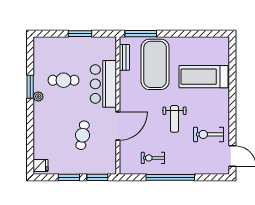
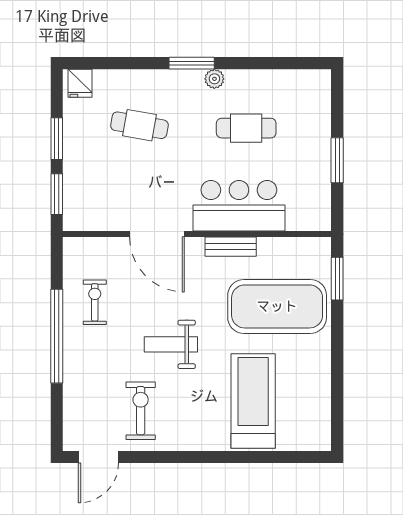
window: (141, 34) -> (337, 279), width x0.69
bench: (124, 57) -> (231, 247), moved
cafe table: (64, 80) -> (246, 128), turned 90
window: (30, 87) -> (192, 63), moved
cafe table: (83, 135) -> (139, 125), moved

